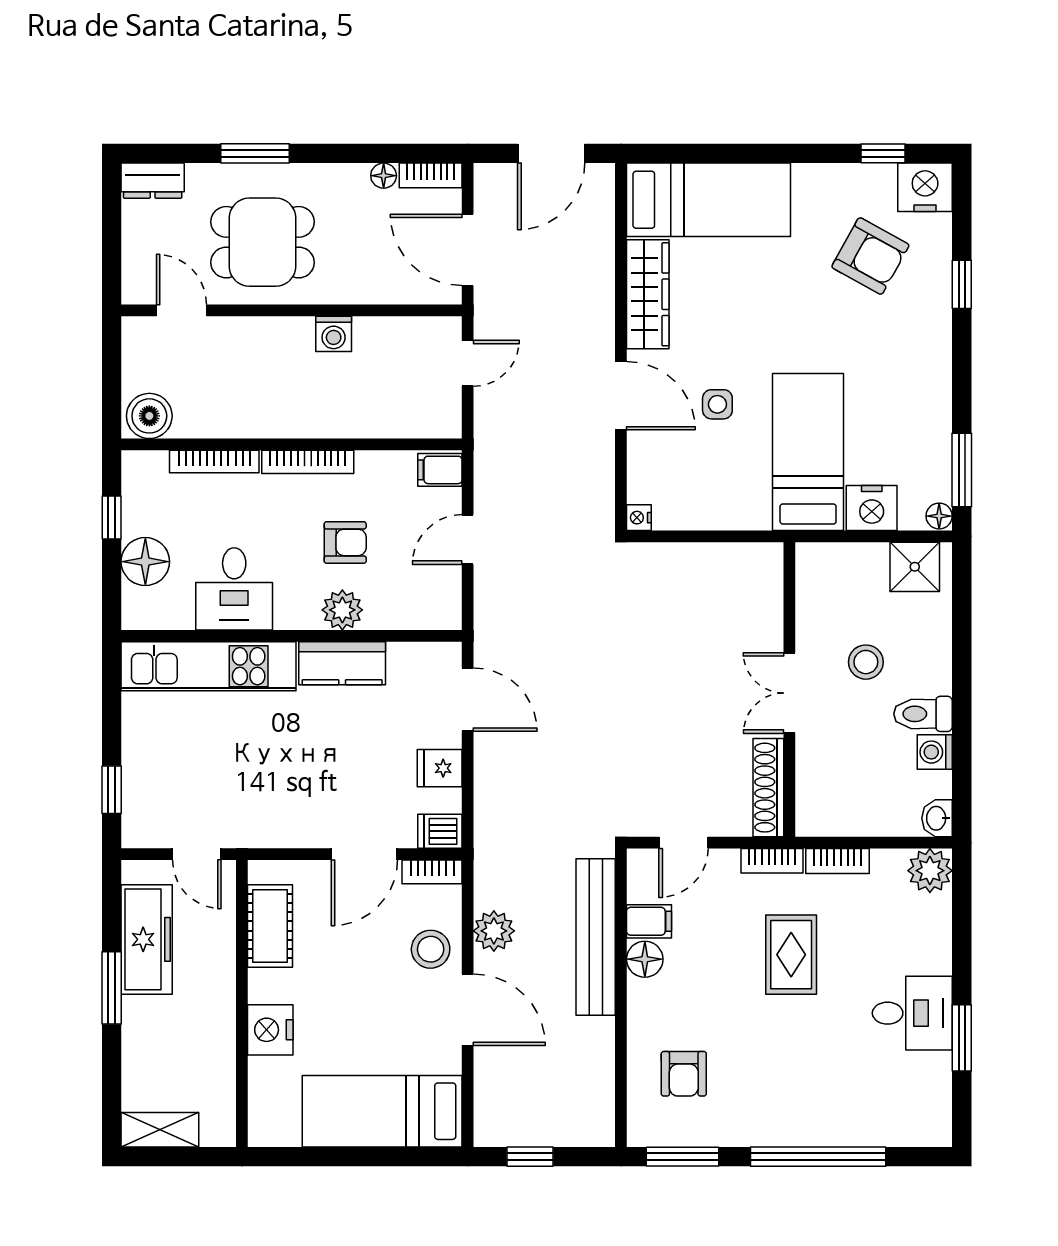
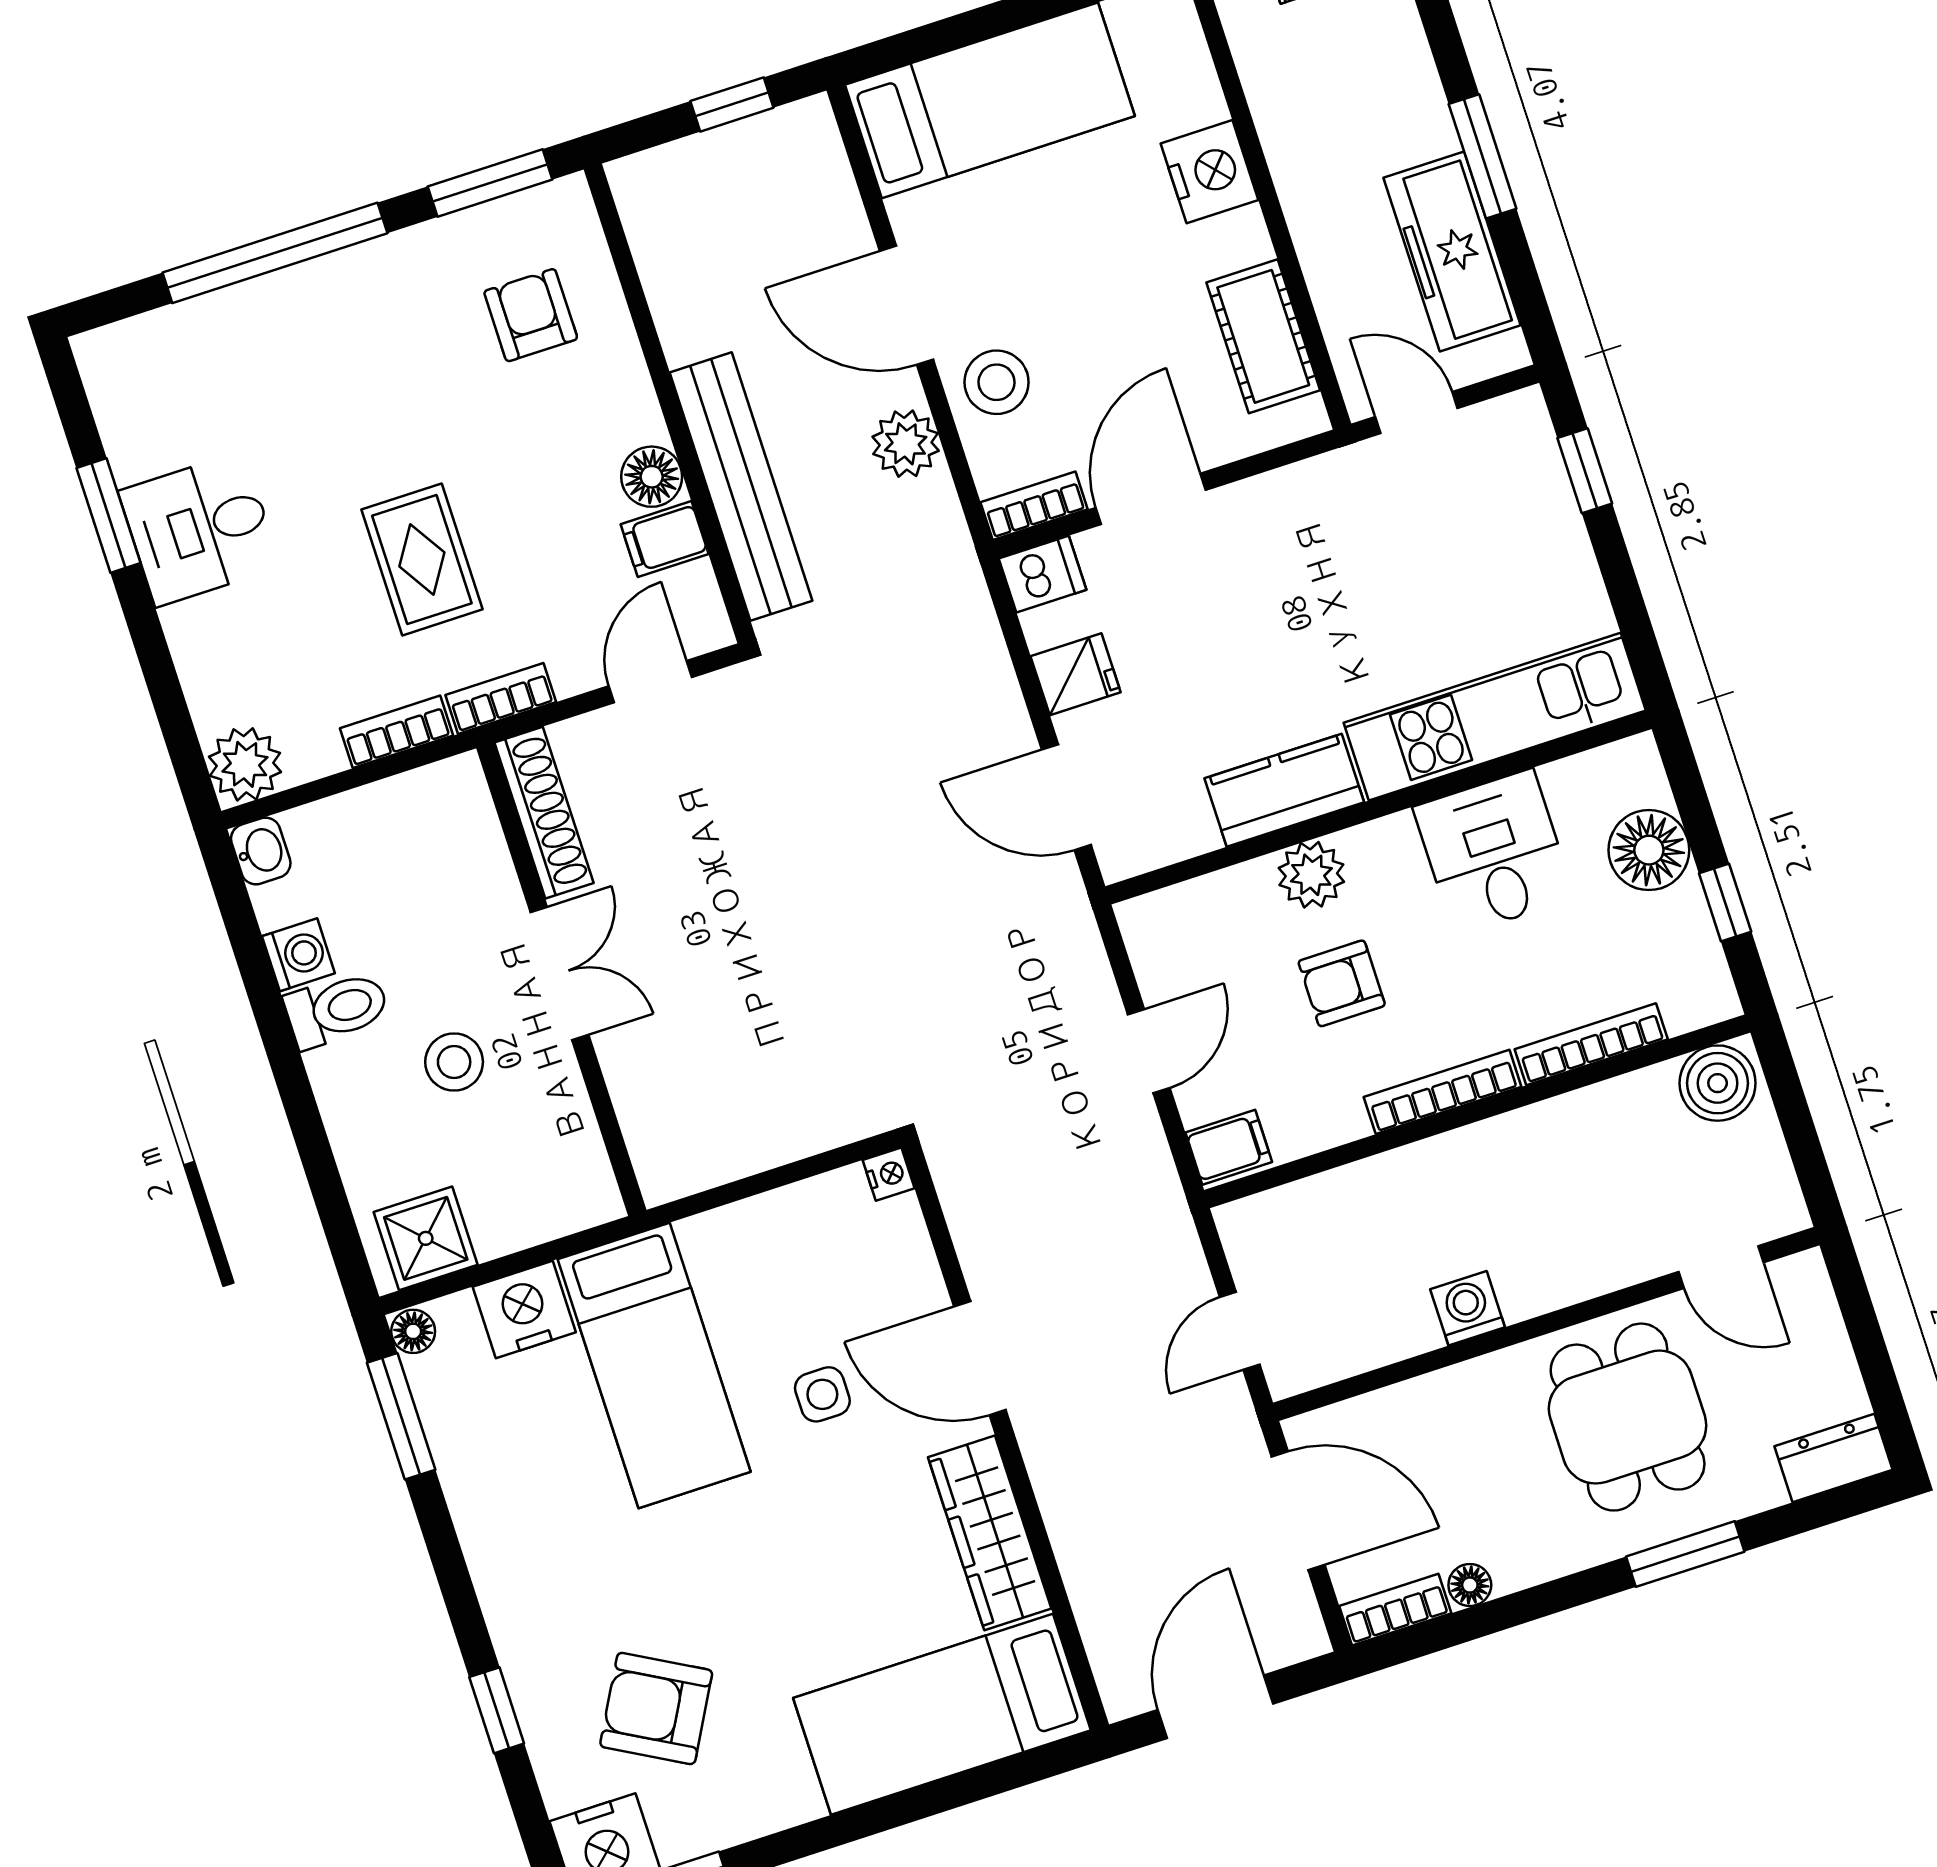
dining table: (263, 242) -> (1628, 1417), turned 90

